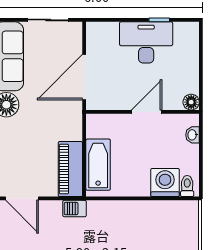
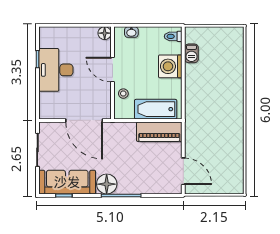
stool: (117, 125) -> (123, 94), added
washing machine: (165, 183) -> (170, 66), moved
door: (22, 198) -> (183, 171), hinge flipped
barbecue: (75, 209) -> (191, 53), moved

